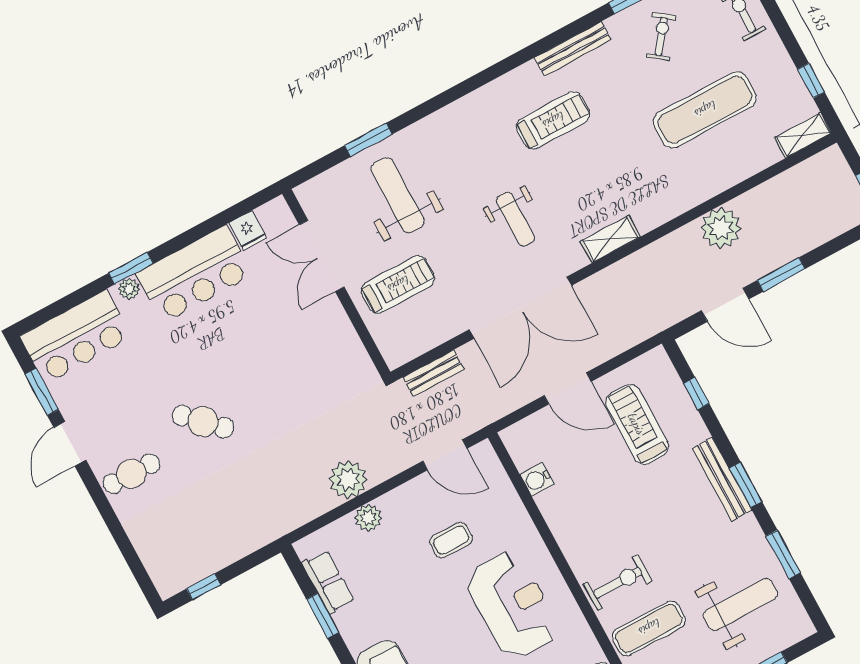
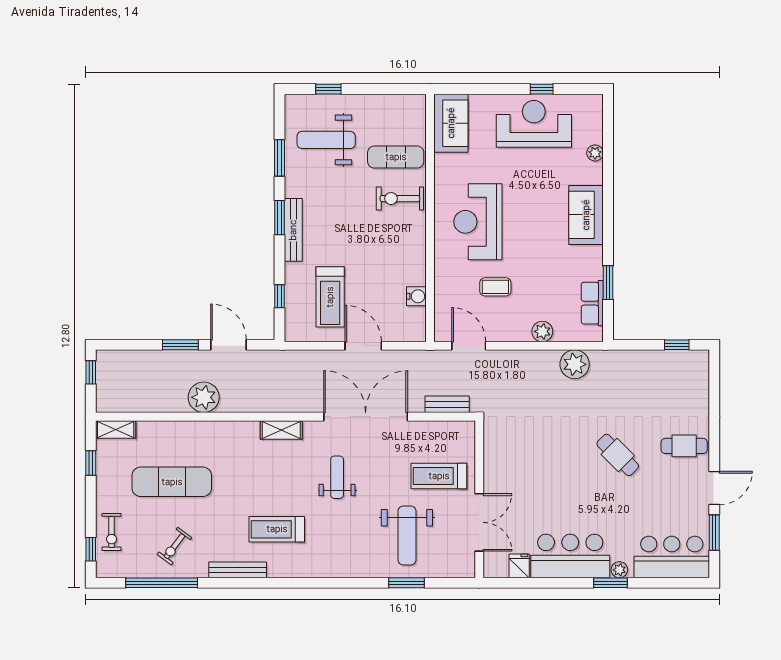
plant: (348, 479) -> (575, 364), moved

